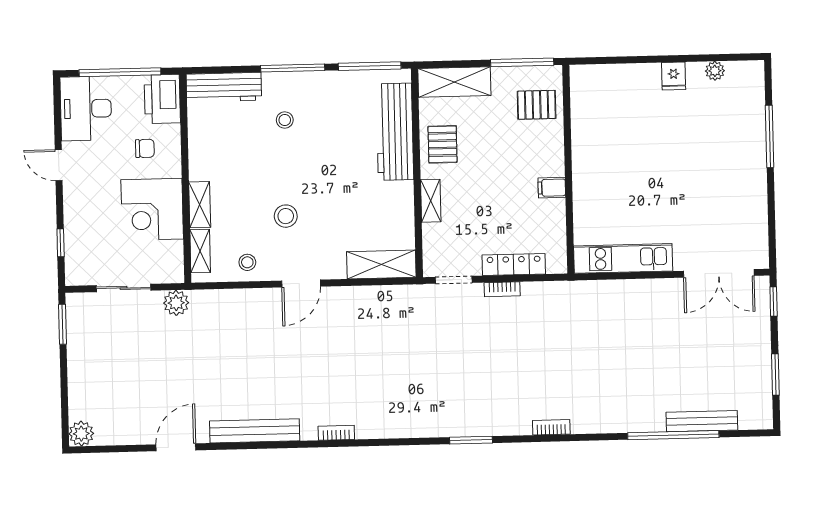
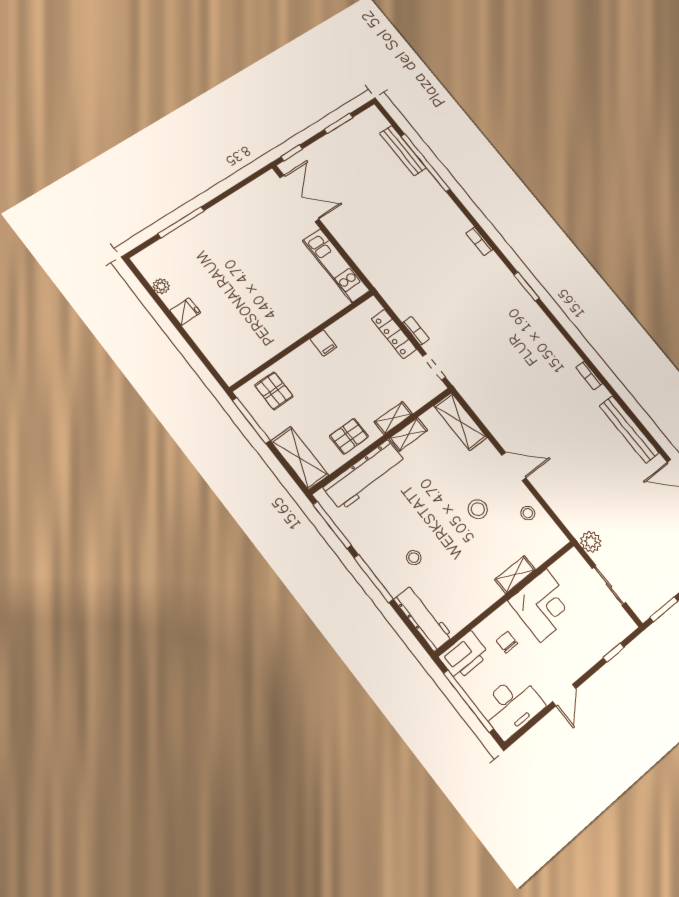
shelving: (200, 251) -> (408, 434), moved

